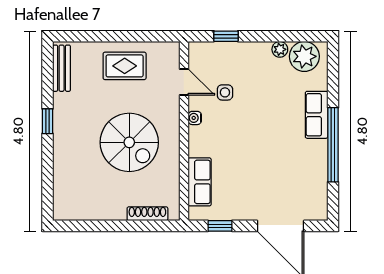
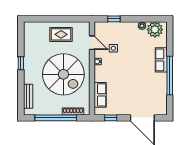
bench: (62, 68) -> (28, 96), moved
spiral stairs: (129, 142) -> (63, 74), width x1.37, depth x1.37
window: (114, 226) -> (56, 118), added

